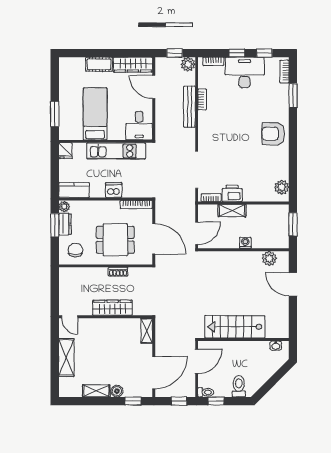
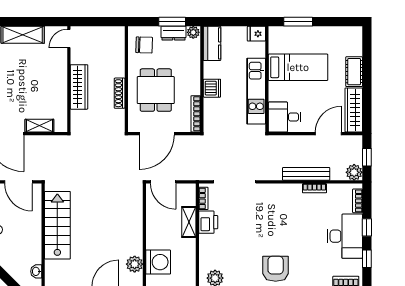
washing machine: (245, 243) -> (158, 262), moved, width x1.89, depth x1.89
shoe rack: (118, 272) -> (120, 93), width x1.43
shelving: (147, 331) -> (39, 126), moved

